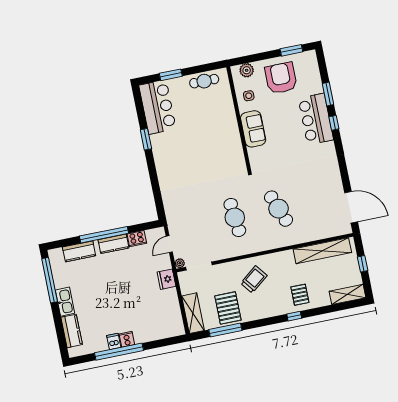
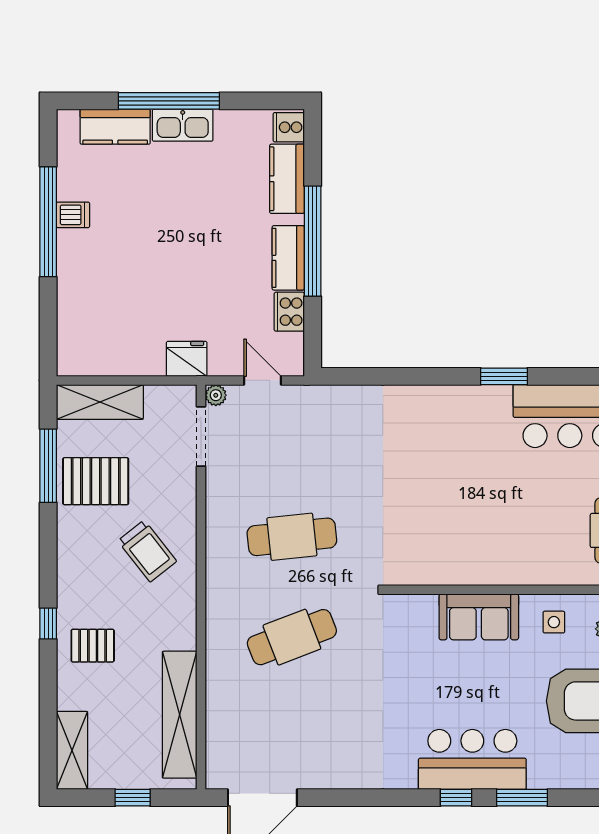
window: (50, 280) -> (169, 101), moved
cooker: (127, 339) -> (289, 127), moved, turned 180

